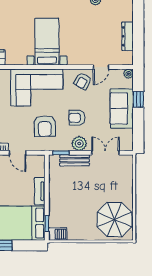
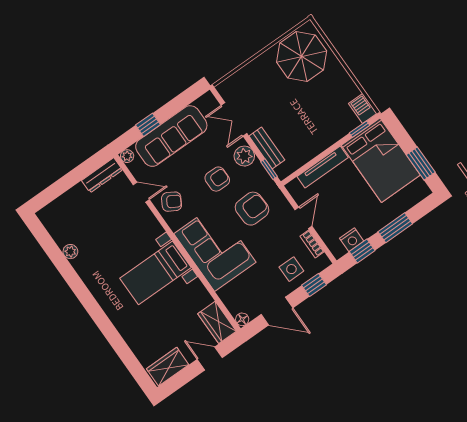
dresser: (128, 36) -> (102, 175), moved
sofa: (122, 108) -> (171, 136), width x1.36
armchair: (77, 118) -> (217, 179), turned -90
tv unit: (40, 191) -> (323, 167), width x1.41

